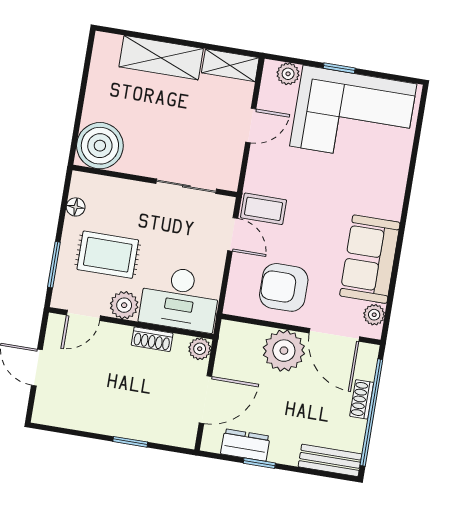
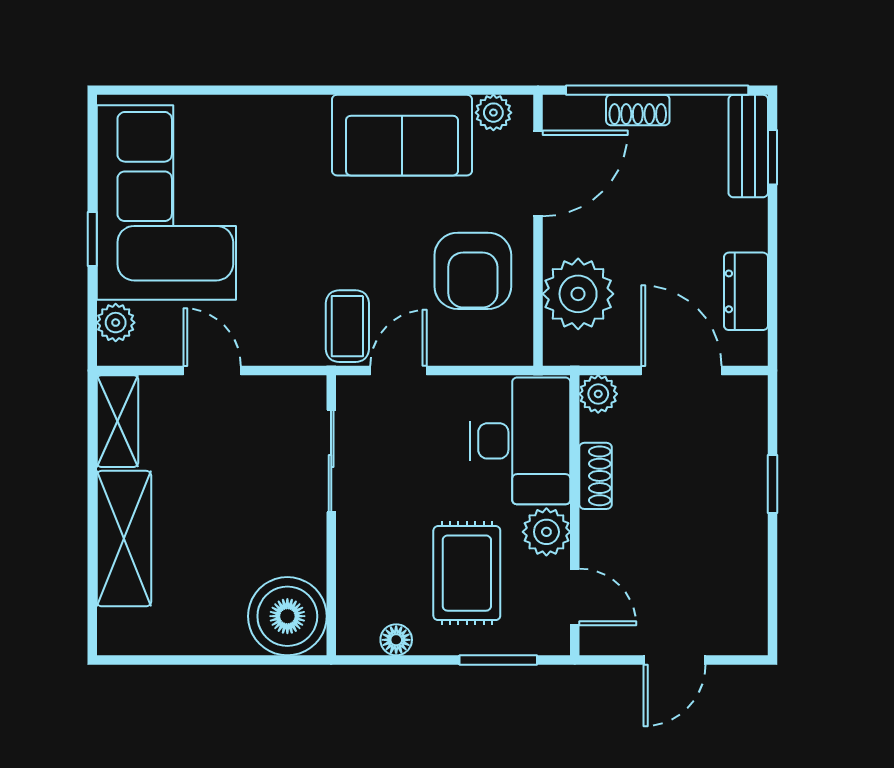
plant: (284, 351) -> (578, 294), moved
window: (259, 463) -> (772, 157), moved

